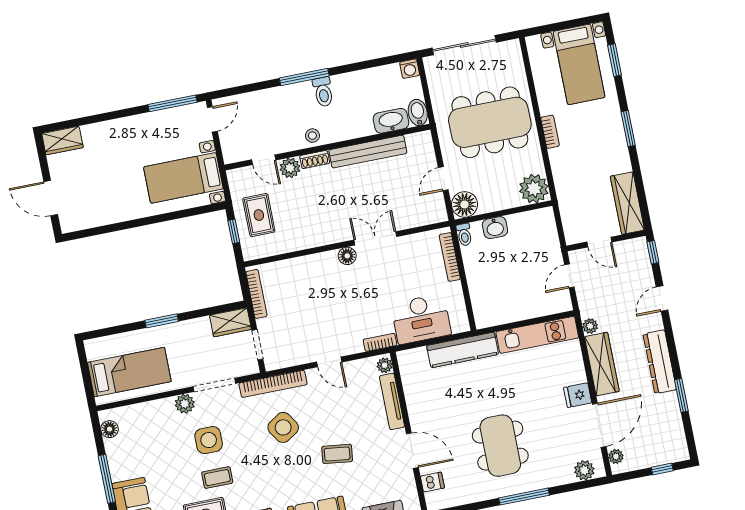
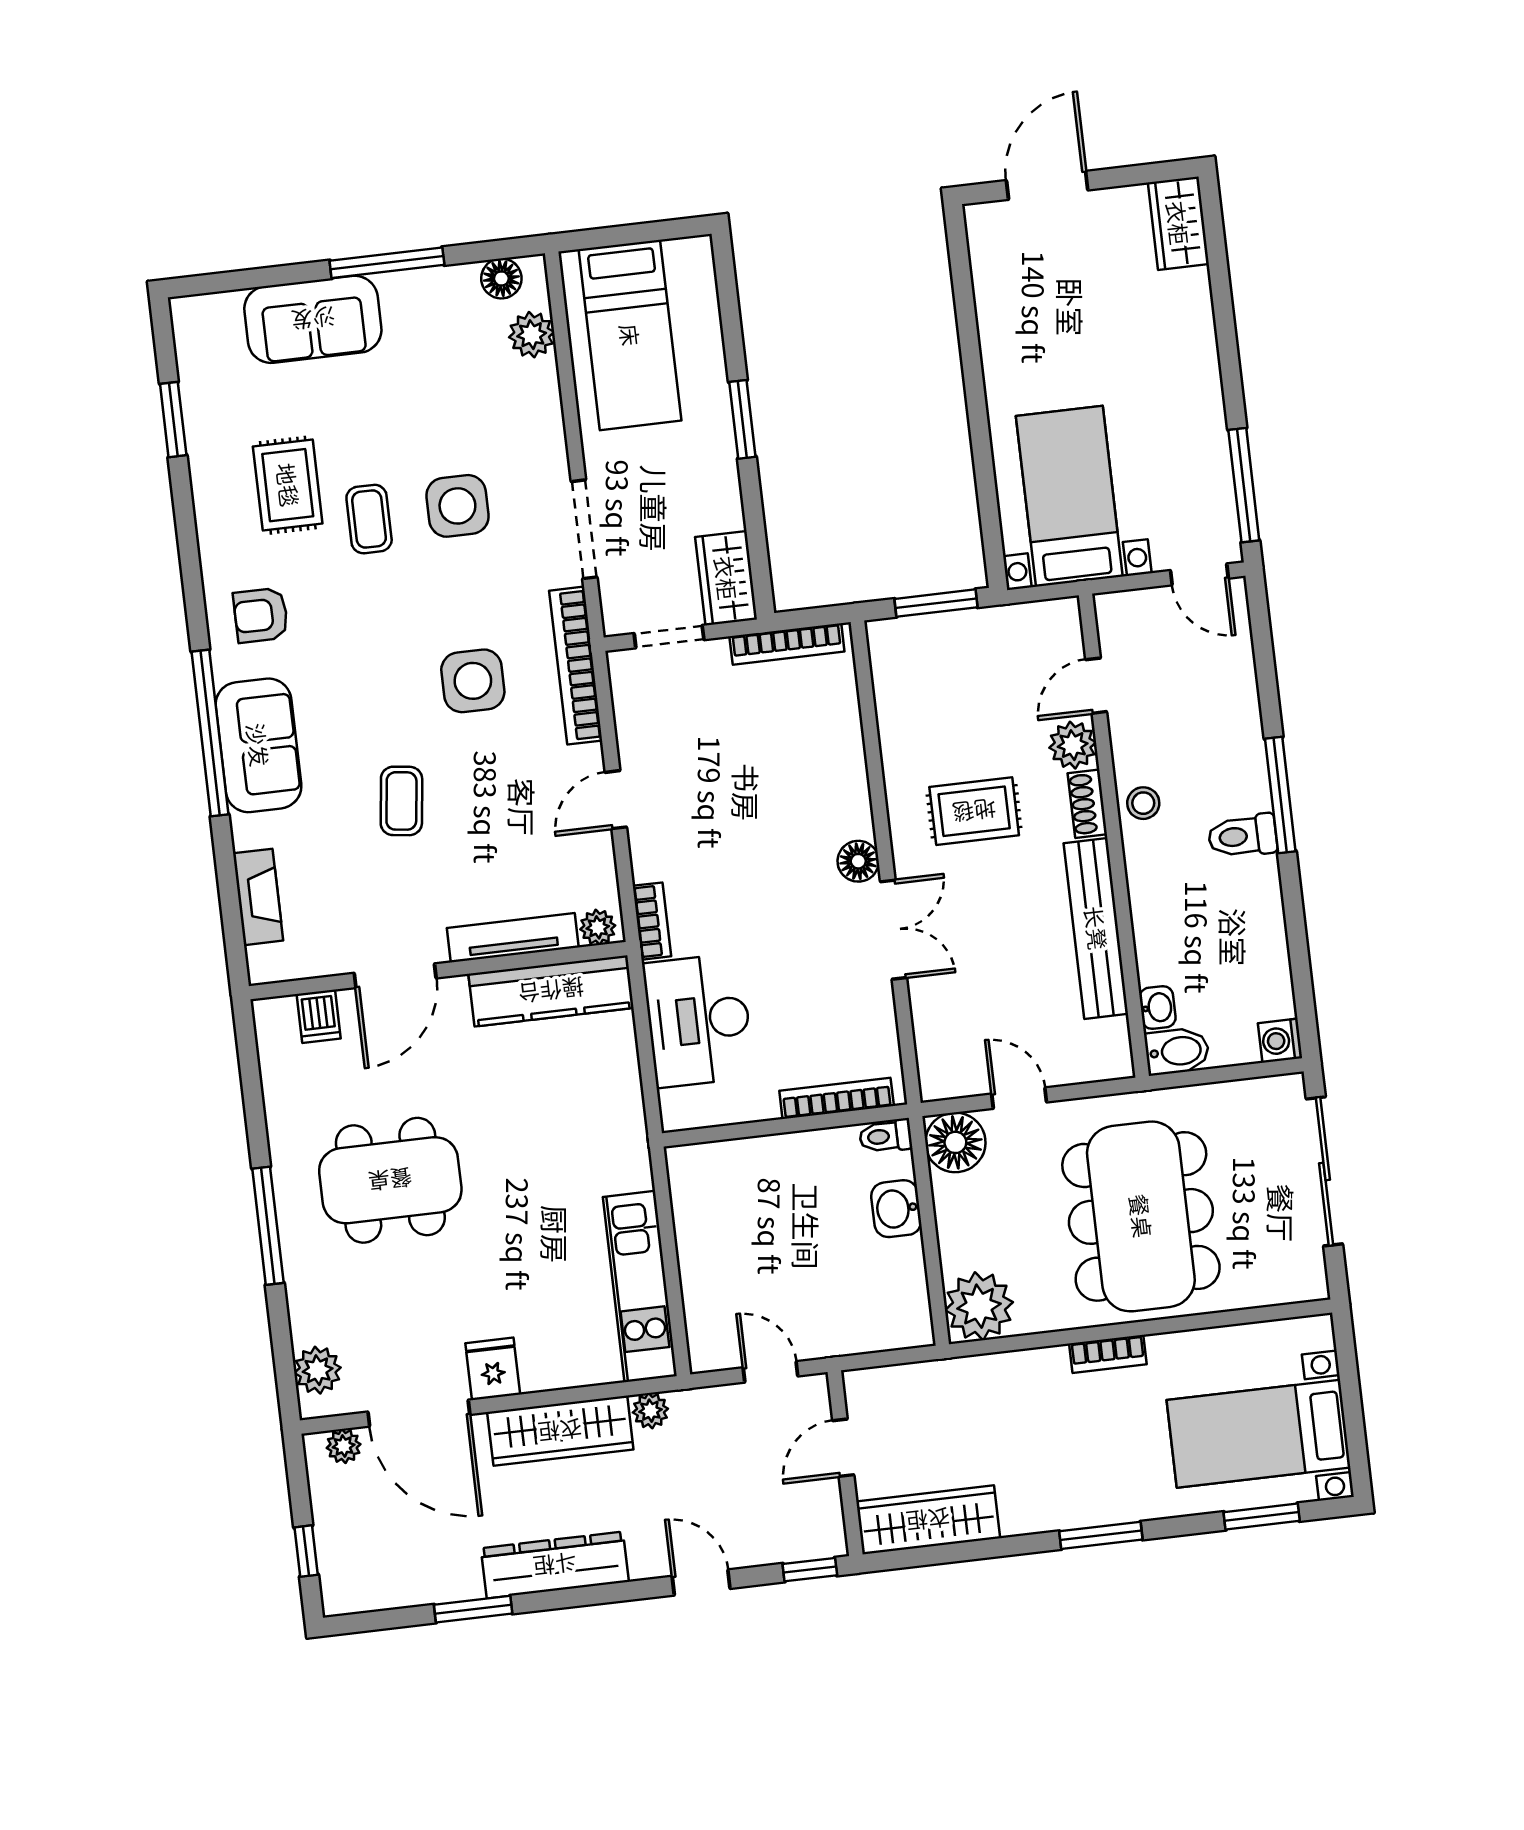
washbasin: (391, 121) -> (1158, 1007), width x0.52, depth x0.69
rug: (259, 215) -> (974, 811), moved
window: (234, 231) -> (936, 603), width x1.50
kitchen counter: (463, 350) -> (551, 991), moved, turned -90
plant: (185, 404) -> (532, 335), moved
side table: (283, 427) -> (473, 681), turned 33

